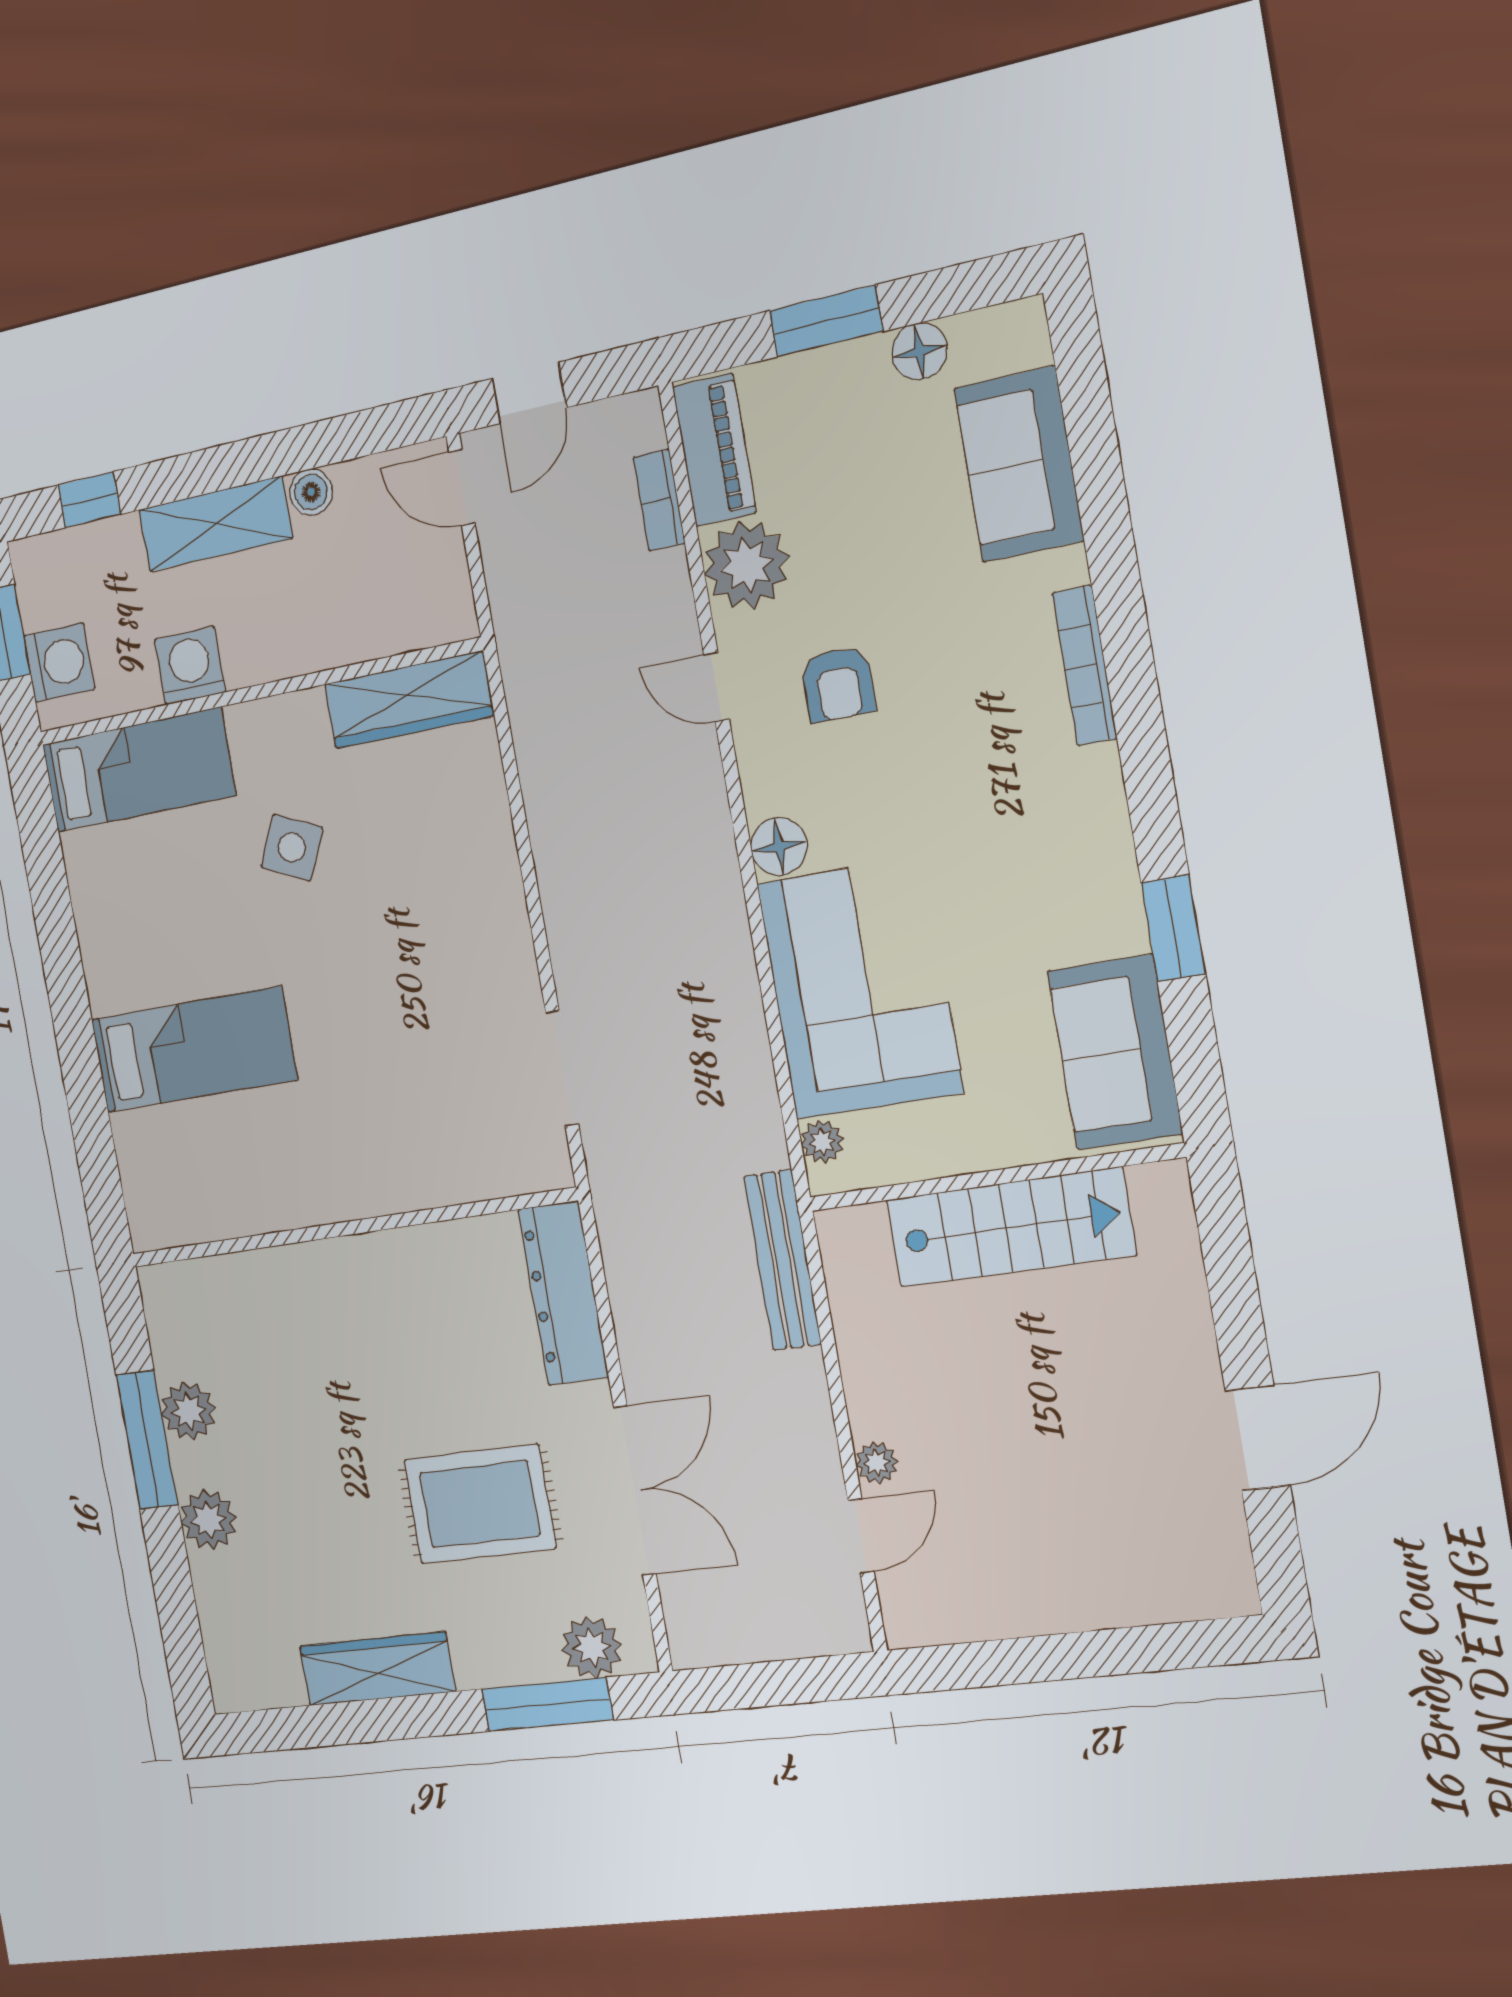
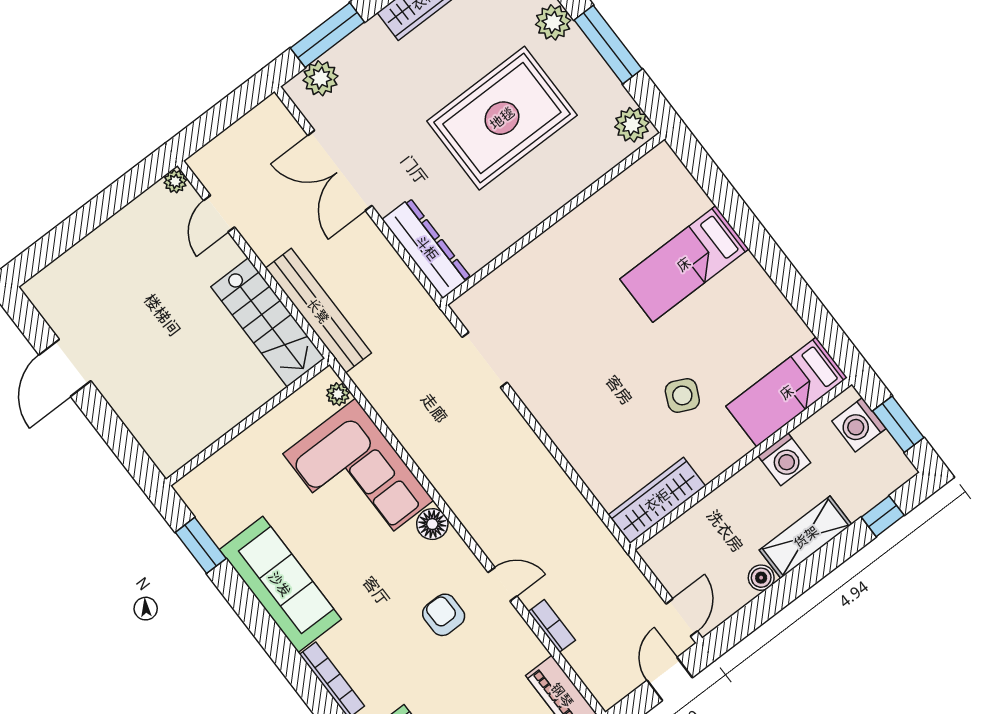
door: (462, 487) -> (682, 618), hinge flipped
bookcase: (659, 500) -> (552, 626), moved
plant: (747, 565) -> (517, 649), removed
window: (1173, 928) -> (201, 545), moved
sofa: (1115, 1052) -> (280, 584), moved, width x1.36
stairs: (1010, 1227) -> (268, 323), moved, turned -90
bench: (783, 1260) -> (318, 311), width x1.37, depth x1.21
plant: (189, 1411) -> (632, 125), moved
plant: (876, 1463) -> (175, 181), moved
rug: (480, 1504) -> (502, 118), moved, width x1.37, depth x1.44

